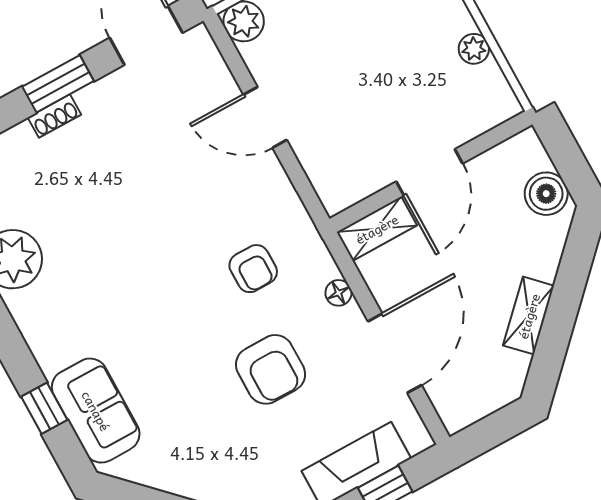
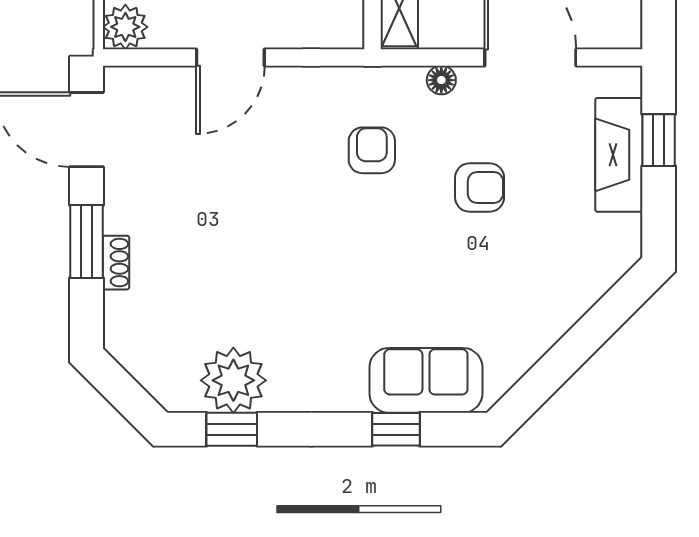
armchair: (253, 269) -> (372, 150), turned -90
armchair: (271, 369) -> (480, 188), width x0.72, depth x0.72

